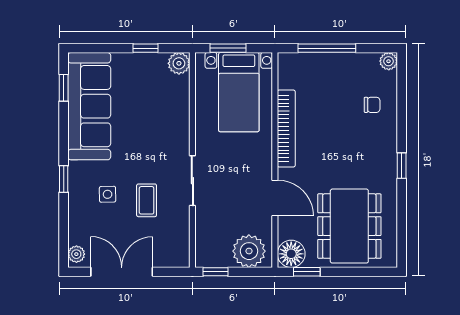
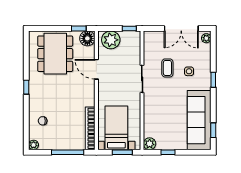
bookcase: (286, 129) -> (90, 128), moved

